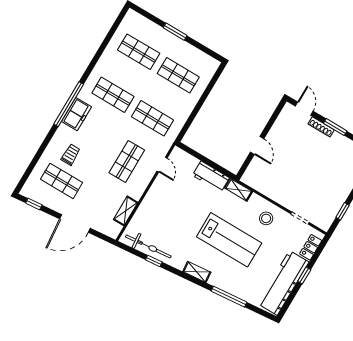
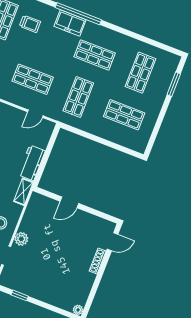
window: (175, 32) -> (174, 84), moved
shop shelf: (178, 75) -> (124, 115), turned 90
shop shelf: (113, 95) -> (95, 55), turned 90
window: (335, 127) -> (100, 275), removed
plant: (286, 200) -> (21, 239), added

